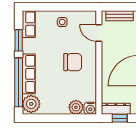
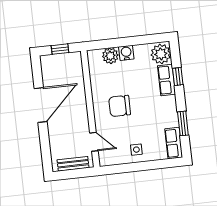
row of seats: (29, 74) -> (167, 80), width x0.68
window: (19, 82) -> (178, 77), width x0.32
water cooler: (90, 108) -> (126, 53), moved
dresser: (116, 109) -> (65, 59), removed

